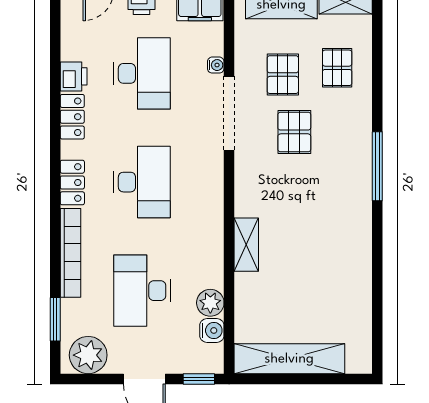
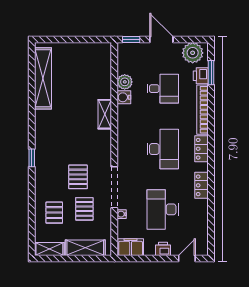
printer: (74, 76) -> (201, 76), moved
window: (377, 166) -> (32, 158), width x0.46
desk: (142, 182) -> (163, 149), turned 180
desk: (142, 291) -> (163, 89), width x0.73
water cooler: (212, 330) -> (124, 97), moved
shelving: (289, 359) -> (43, 78), moved, turned 90

